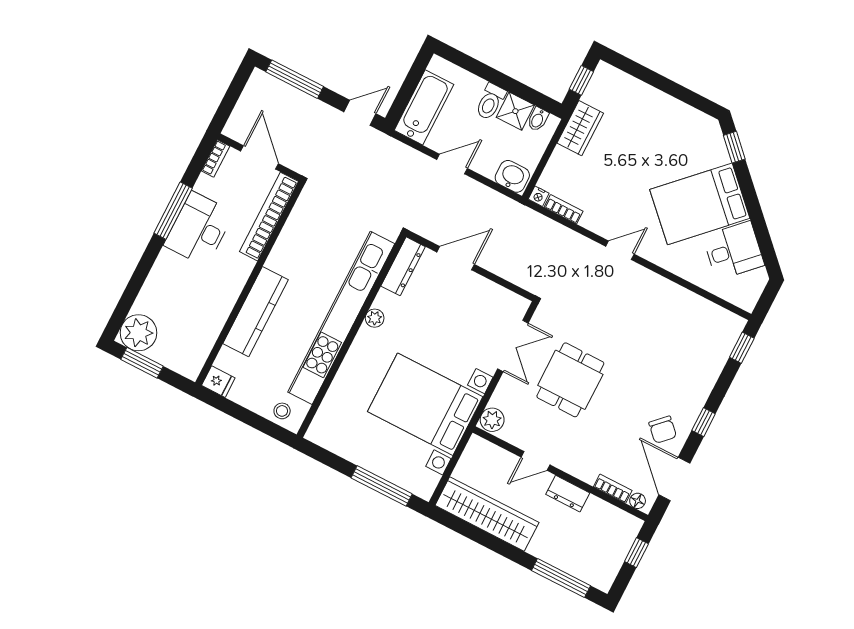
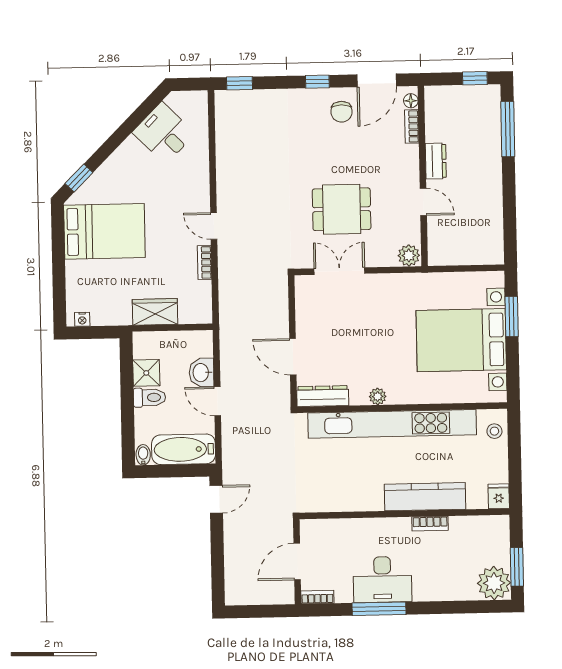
window: (295, 79) -> (218, 567), removed
window: (581, 80) -> (92, 333), removed
door: (360, 113) -> (216, 499), swing flipped
bidet: (538, 119) -> (143, 455), moved, turned -90
wardrobe: (580, 128) -> (155, 312), moved
washbasin: (512, 176) -> (201, 373), moved
nightstand: (539, 196) -> (82, 319), moved, turned 90
bed: (700, 204) -> (104, 231), moved, turned -45
bookcase: (564, 209) -> (205, 262), moved
bookcase: (269, 217) -> (430, 524), moved, width x0.43, depth x0.76
bed with nightstands: (425, 404) -> (461, 340), moved, turned 90
chair: (663, 430) -> (341, 112), turned 135
window: (382, 486) -> (512, 317), width x0.69
wardrobe: (487, 514) -> (488, 218), removed
window: (636, 553) -> (475, 78), moved

